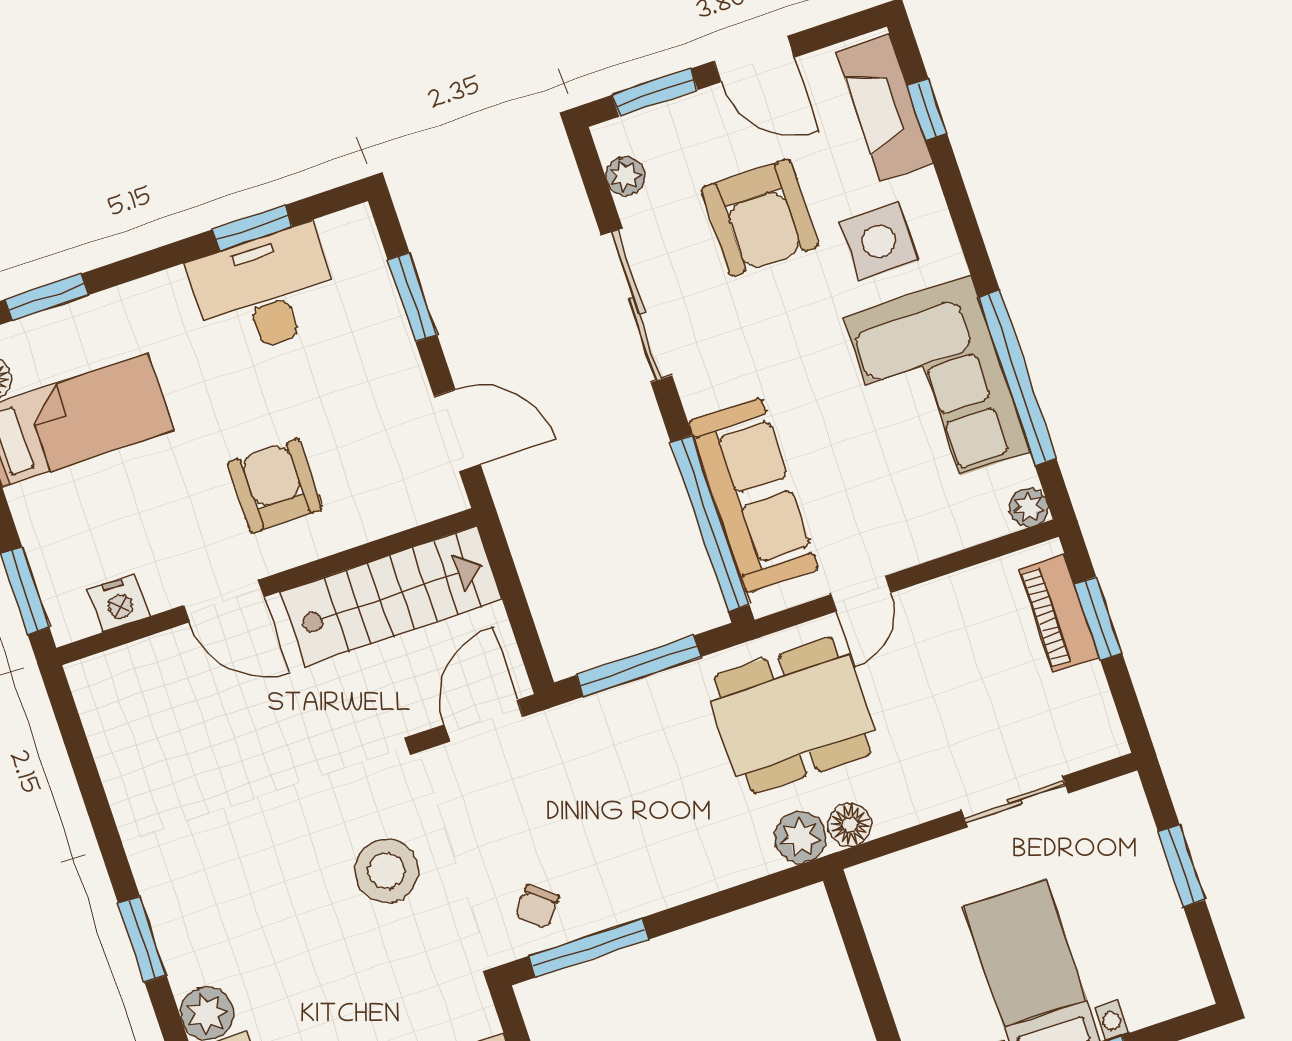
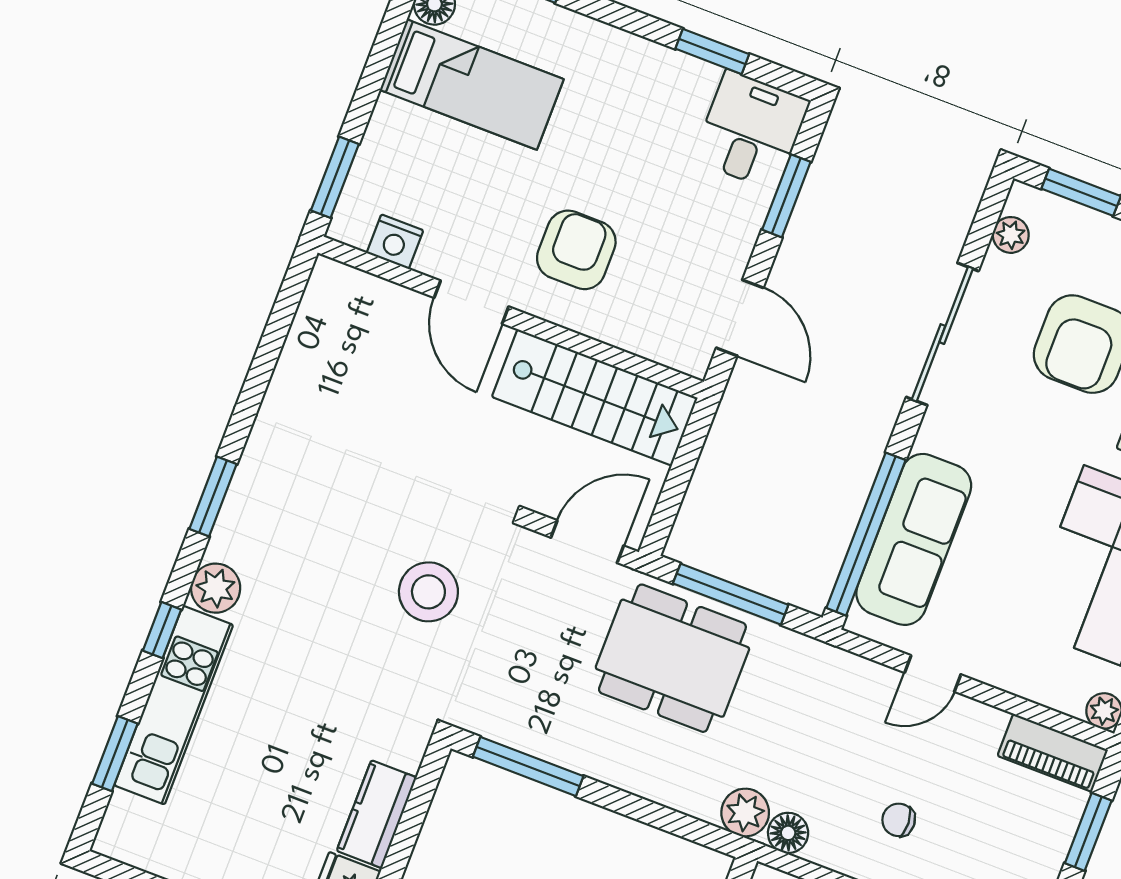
desk: (265, 292) -> (751, 130), moved, width x0.73
piano: (1059, 613) -> (1053, 753), moved, turned -90
dining table: (792, 715) -> (672, 658), moved
chair: (537, 907) -> (899, 820), moved, turned 48

